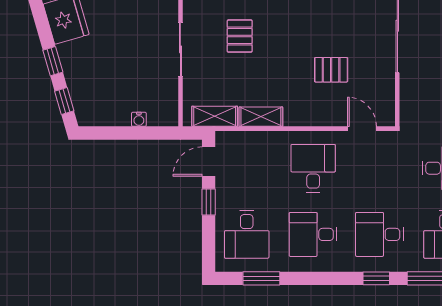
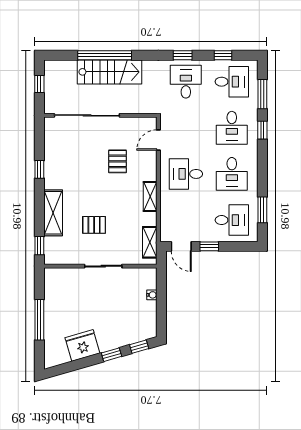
shelving: (261, 117) -> (150, 197), moved

